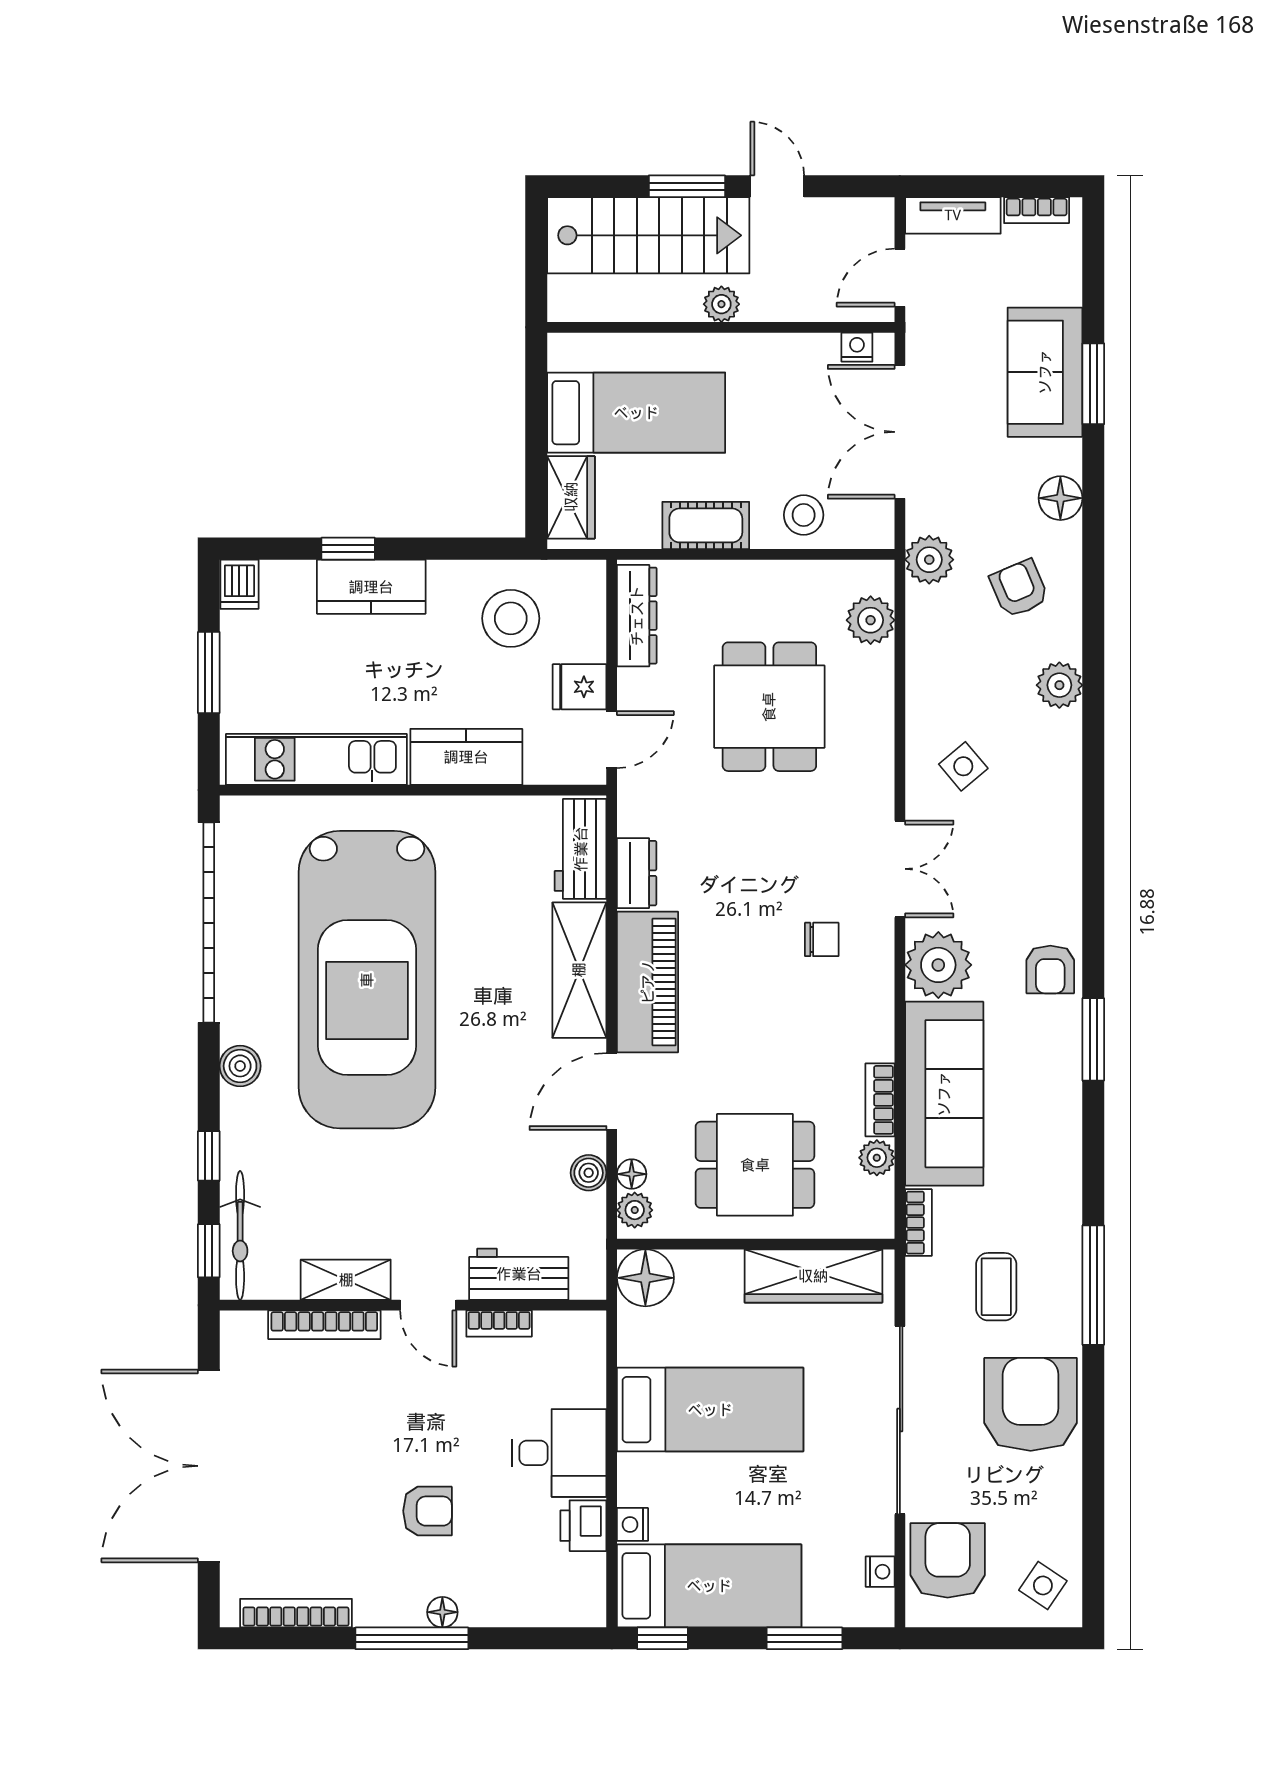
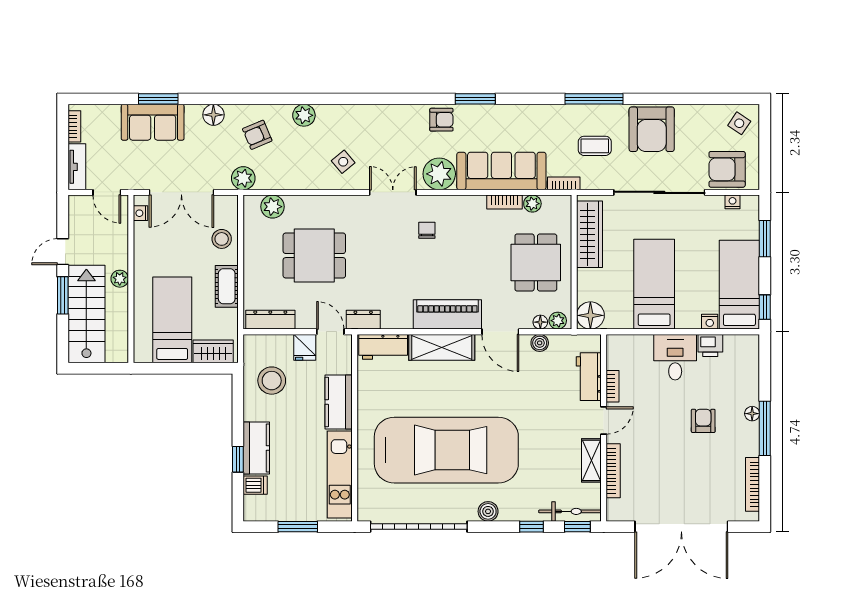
dishwasher: (239, 584) -> (255, 485), moved
dresser: (637, 873) -> (363, 320), moved
armchair: (1031, 1404) -> (652, 129), turned -90

